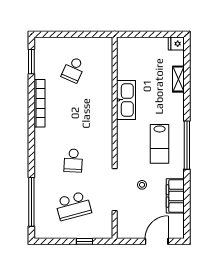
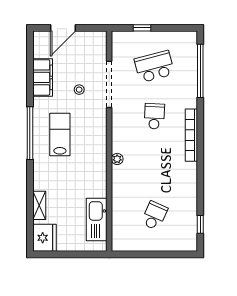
fridge: (176, 44) -> (45, 238), width x1.88, depth x1.34
window: (31, 62) -> (200, 224), width x0.67
kitchen sink: (126, 100) -> (97, 219), moved
bookcase: (39, 103) -> (191, 135), moved
plant: (107, 121) -> (117, 159), added

